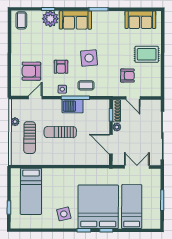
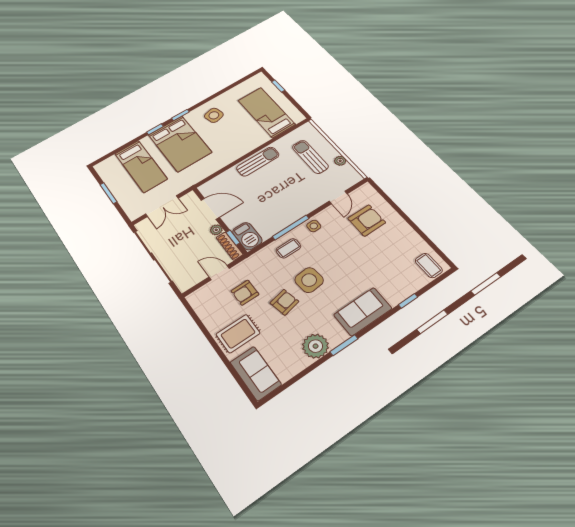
plant: (50, 19) -> (316, 346), moved
sofa: (140, 20) -> (256, 373), moved, turned 90
armchair: (61, 67) -> (284, 302), moved, turned 78
barbecue: (73, 106) -> (247, 236), moved, turned 90
sun lounger: (60, 132) -> (258, 162), moved
bed: (98, 207) -> (180, 144), width x0.73

